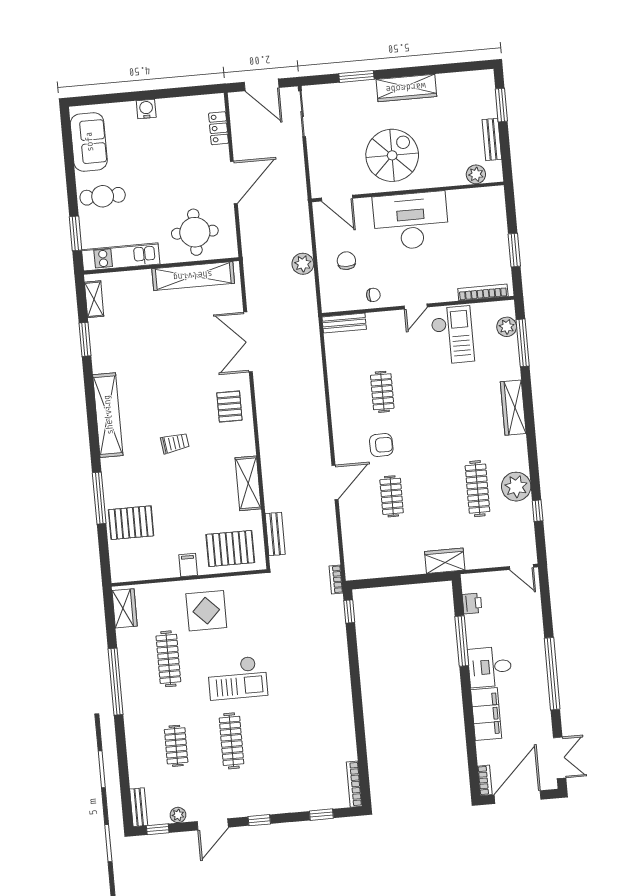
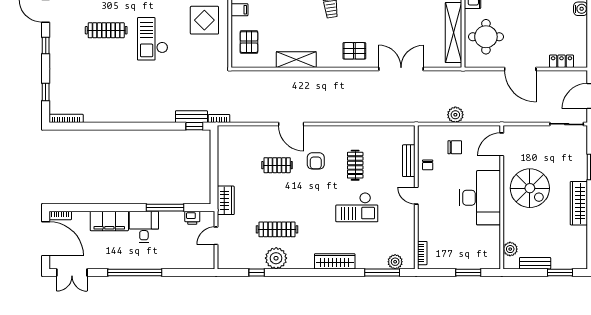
window: (514, 250) -> (468, 273), moved
bookcase: (483, 292) -> (422, 253), width x0.64
bench: (344, 323) -> (409, 161), moved
checkout: (452, 335) -> (357, 207), moved
clothes rail: (382, 392) -> (355, 165), turned 90
bench: (275, 534) -> (191, 117), moved
pallet: (230, 549) -> (249, 42), width x0.67, depth x0.71
door: (521, 567) -> (216, 236), moved

